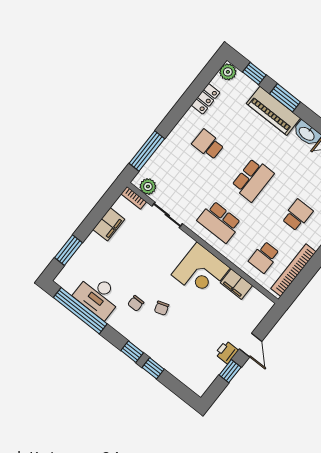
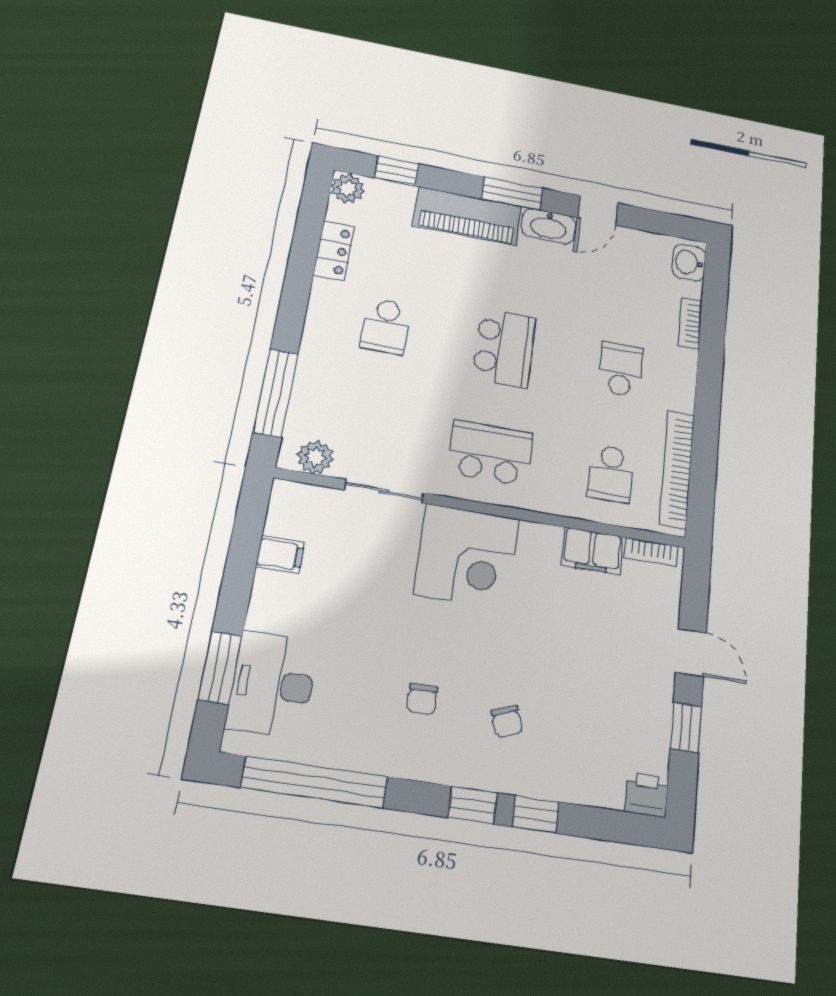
window: (285, 98) -> (512, 194), moved
school desk: (208, 144) -> (386, 326), turned -90
bookcase: (134, 198) -> (651, 552), moved
school desk: (219, 222) -> (490, 453), turned 180
filing cabinet: (109, 224) -> (280, 554), width x0.50
corner desk: (201, 271) -> (467, 556), moved
desk: (98, 296) -> (272, 685), moved, turned 90
chair: (162, 308) -> (507, 721), moved
printer: (227, 352) -> (646, 795), moved, turned 90

